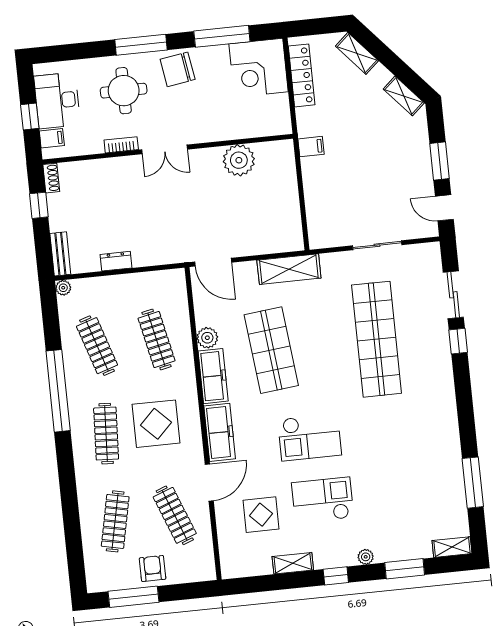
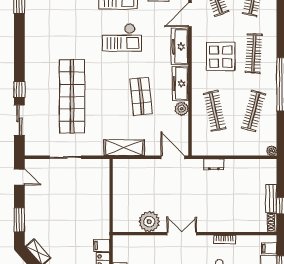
filing cabinet: (311, 147) -> (102, 245), moved
double door: (165, 149) -> (182, 234), moved
window: (439, 161) -> (19, 220), moved
bench: (60, 254) -> (271, 198), moved
dresser: (116, 261) -> (214, 164), moved
clothes rail: (97, 346) -> (254, 111), turned 33
shop shelf: (271, 350) -> (141, 96), width x0.70, depth x0.74
checkout: (310, 437) -> (122, 37), turned 180

